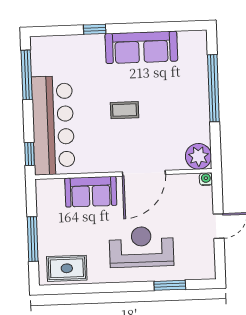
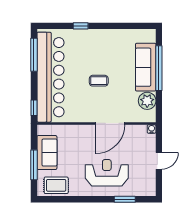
sofa: (141, 47) -> (146, 67), moved, turned 90
bar counter: (53, 125) -> (50, 77), width x1.36
plant: (198, 156) -> (147, 101), moved
sofa: (91, 192) -> (47, 153), moved, turned -90

